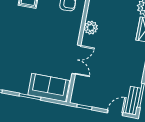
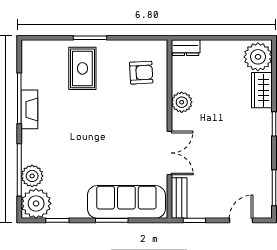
sofa: (49, 88) -> (126, 202), width x1.36
bench: (133, 101) -> (179, 198), moved

